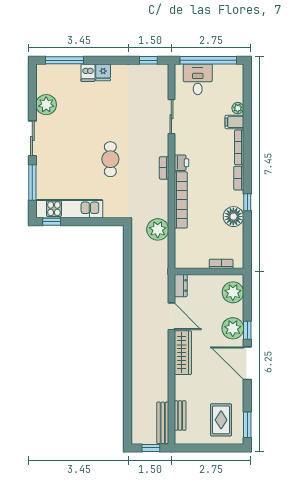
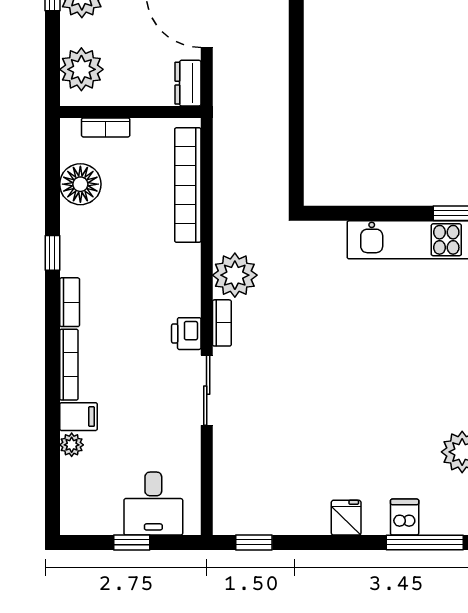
window: (208, 60) -> (132, 542), width x0.32
dishwasher: (88, 73) -> (405, 517), moved
sliding door: (171, 117) -> (207, 390), moved
cafe table: (110, 159) -> (331, 341), removed
bookcase: (181, 200) -> (188, 185), moved
floor lamp: (233, 217) -> (80, 184), moved
plant: (158, 229) -> (235, 275), moved

